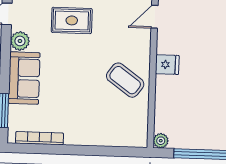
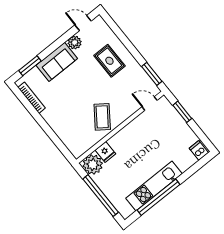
fridge: (167, 65) -> (105, 152), moved
plant: (161, 141) -> (93, 165), width x1.87, depth x1.87

